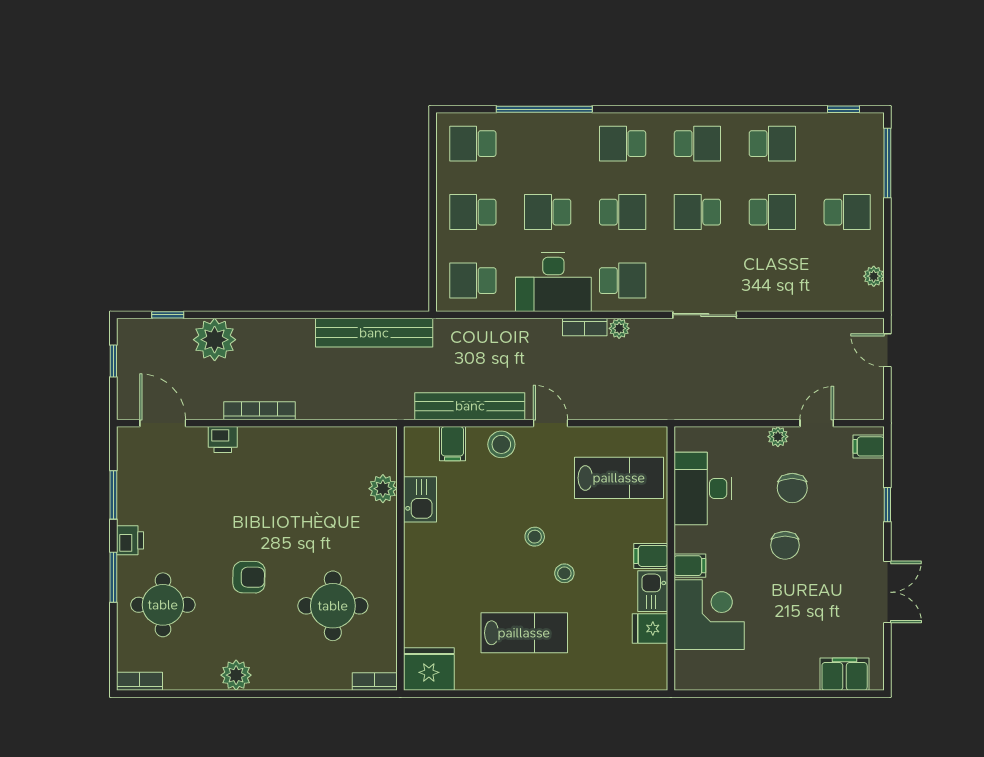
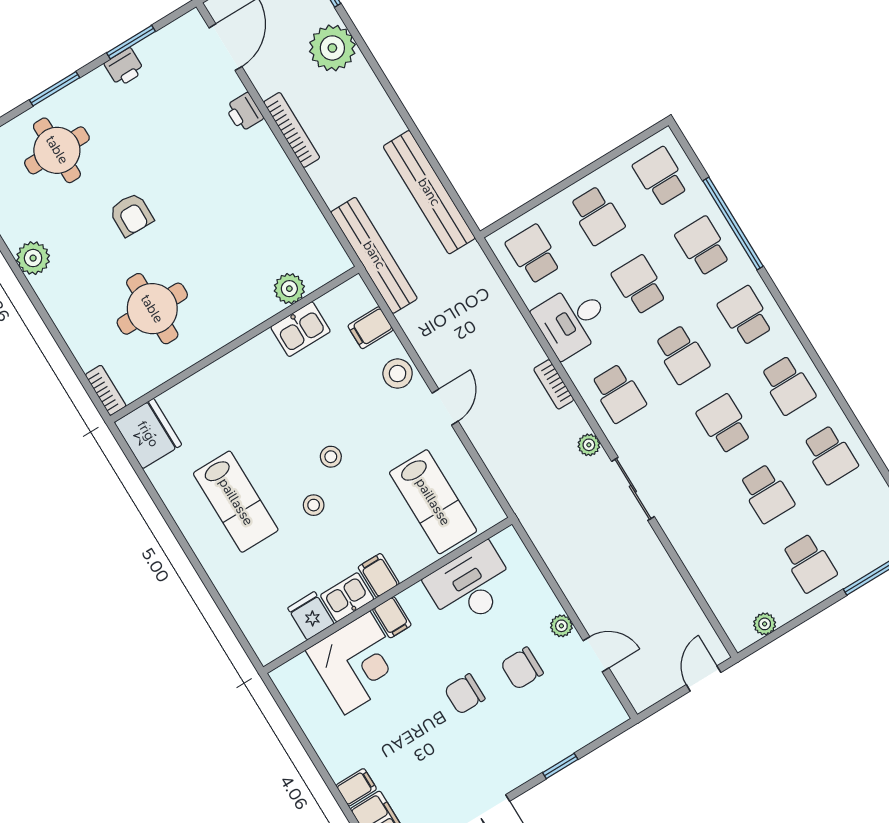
school desk: (548, 144) -> (703, 246), added
school desk: (473, 212) -> (597, 215), turned 180
desk: (553, 282) -> (572, 320), width x0.73
plant: (619, 328) -> (589, 445), moved
bench: (470, 406) -> (374, 255), moved
filing cabinet: (869, 446) -> (356, 787), moved, turned 90
printer: (130, 540) -> (124, 67), moved

